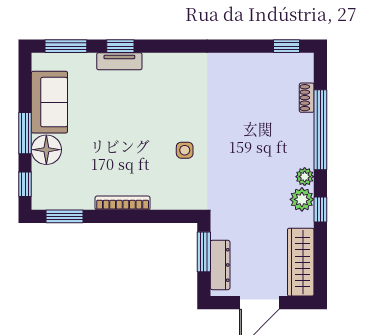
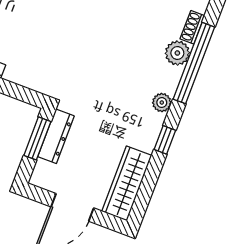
side table: (185, 150) -> (56, 34), removed
plant: (302, 199) -> (177, 53), moved
dresser: (220, 265) -> (56, 136), moved

